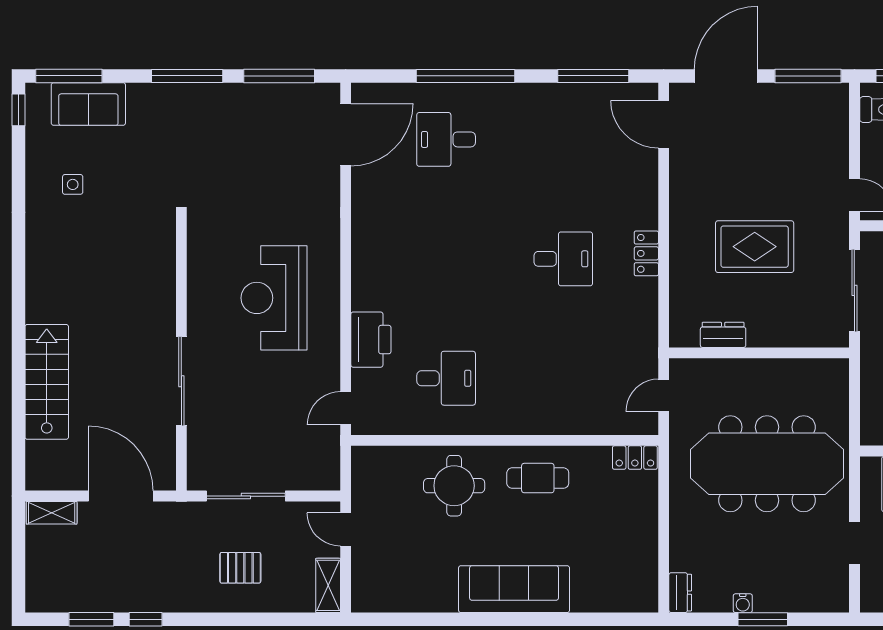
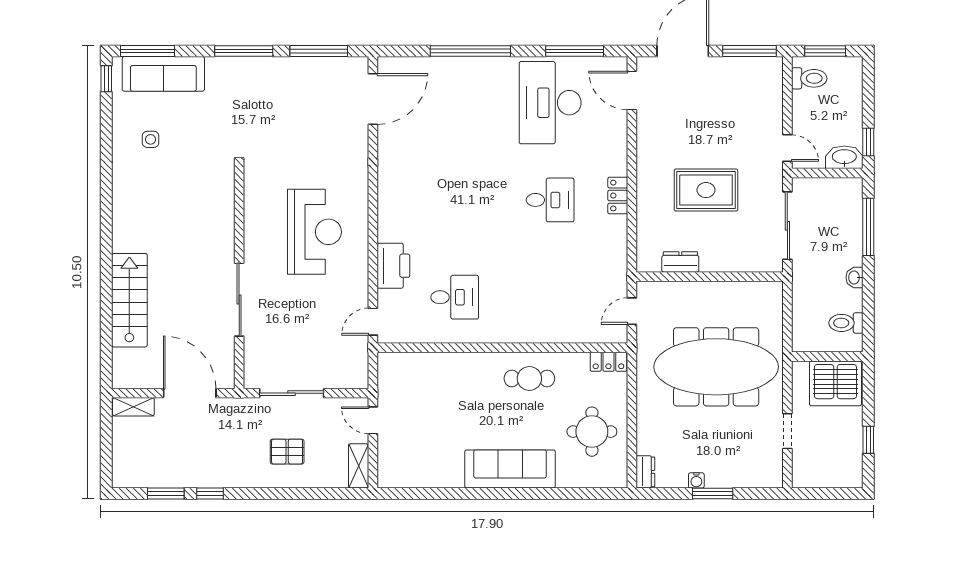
sofa: (88, 104) -> (163, 74), width x1.36
desk: (446, 139) -> (550, 103), moved, width x1.87, depth x1.30
reception desk: (274, 298) -> (314, 232), turned 180
round table: (454, 486) -> (592, 432), moved

